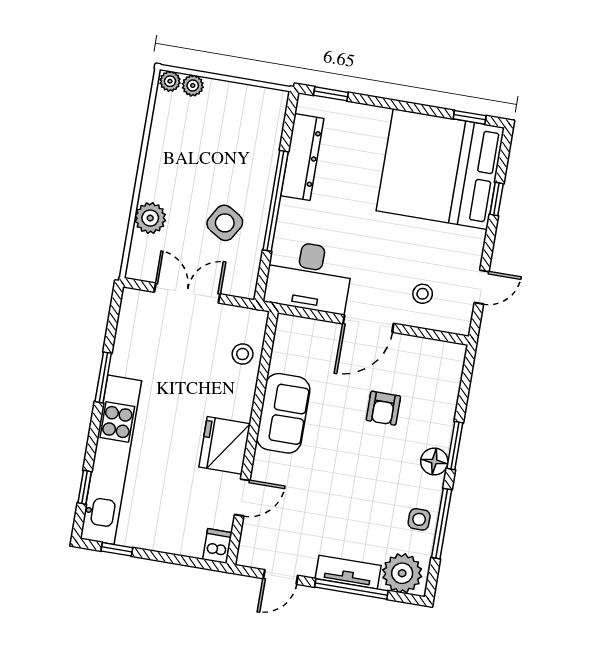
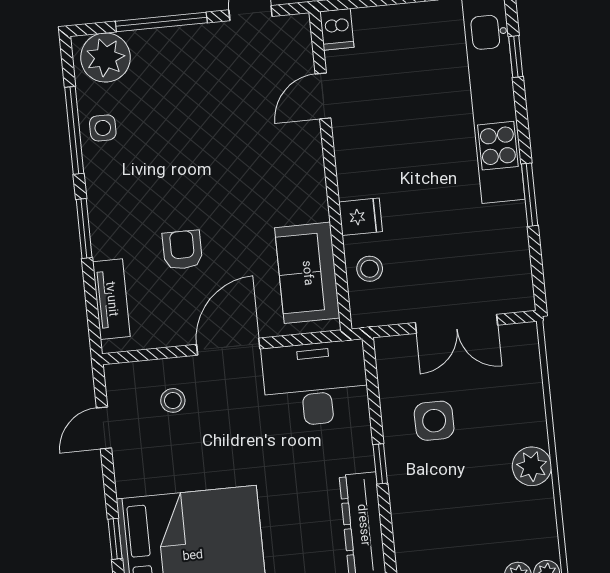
window: (276, 201) -> (380, 464), width x0.32
plant: (150, 218) -> (532, 466), moved
side table: (225, 223) -> (434, 421), turned -31
sofa: (283, 413) -> (307, 273), moved
fridge: (225, 445) -> (361, 217), moved, width x0.53, depth x0.75
floor lamp: (434, 462) -> (104, 203), removed
tv unit: (348, 572) -> (111, 299), moved, turned -90

